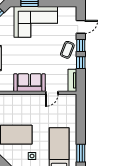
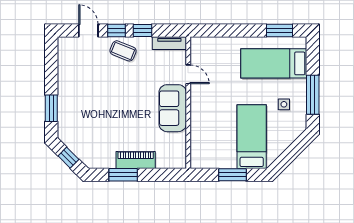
corner sofa: (36, 22) -> (81, 99), removed

